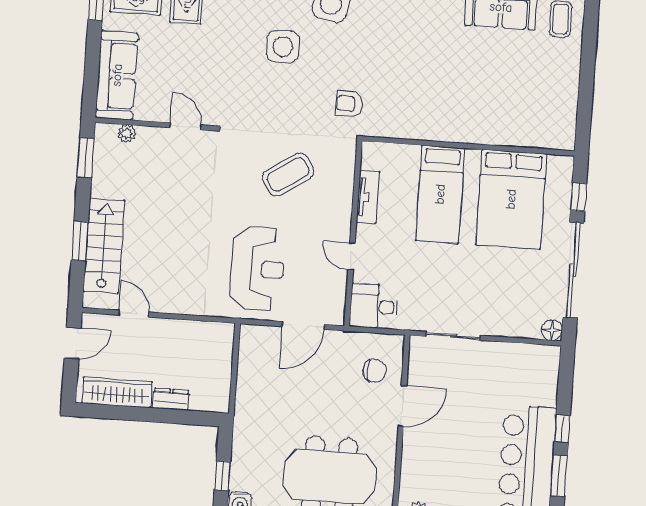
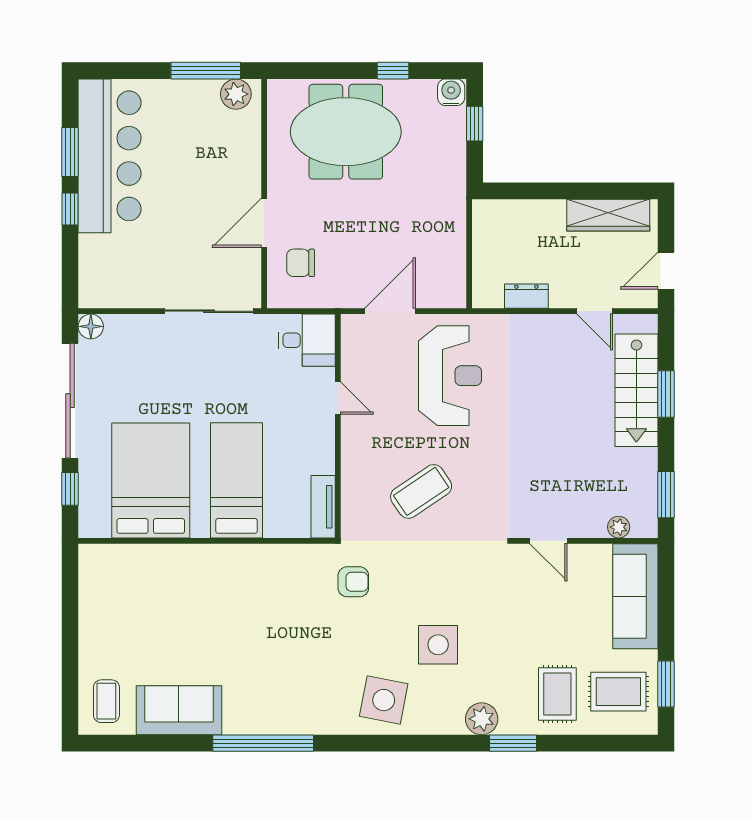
tv unit: (368, 197) -> (323, 507), moved
reception desk: (257, 269) -> (450, 376), turned 180
sliding door: (453, 336) -> (209, 311), width x1.37
dresser: (171, 399) -> (526, 296), moved, turned 180

